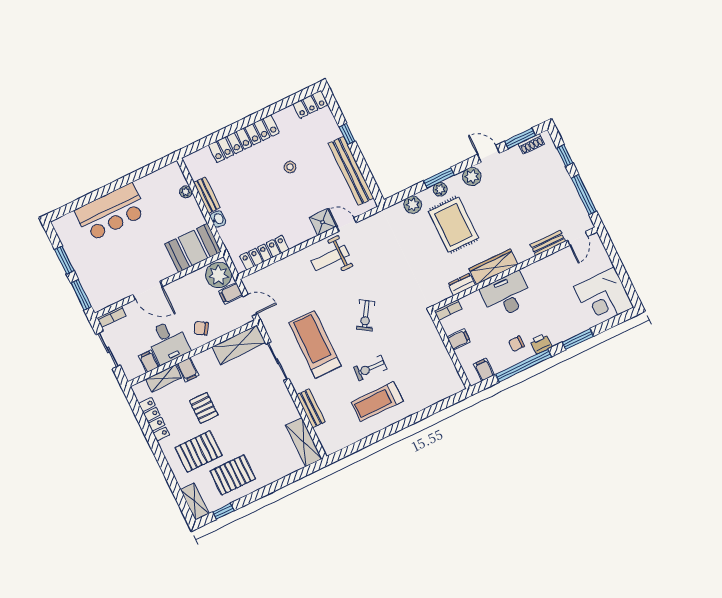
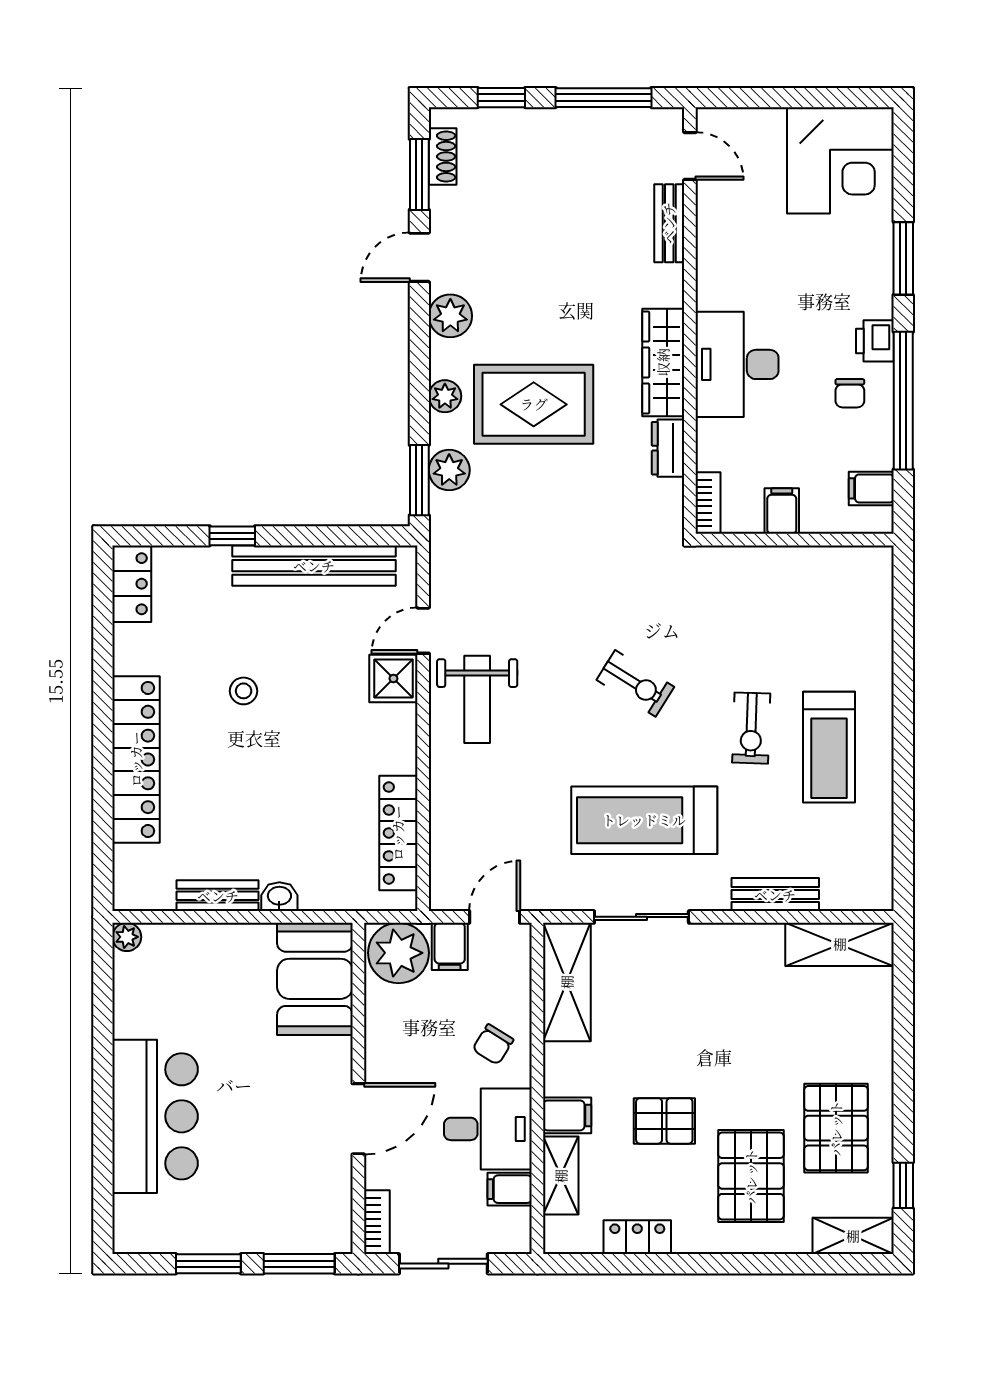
window: (439, 178) -> (419, 480), moved
plant: (186, 192) -> (127, 937), moved
locker: (154, 419) -> (637, 1237), width x0.66

